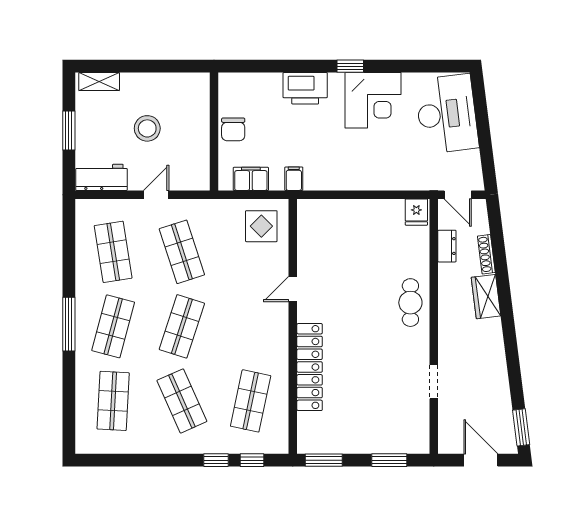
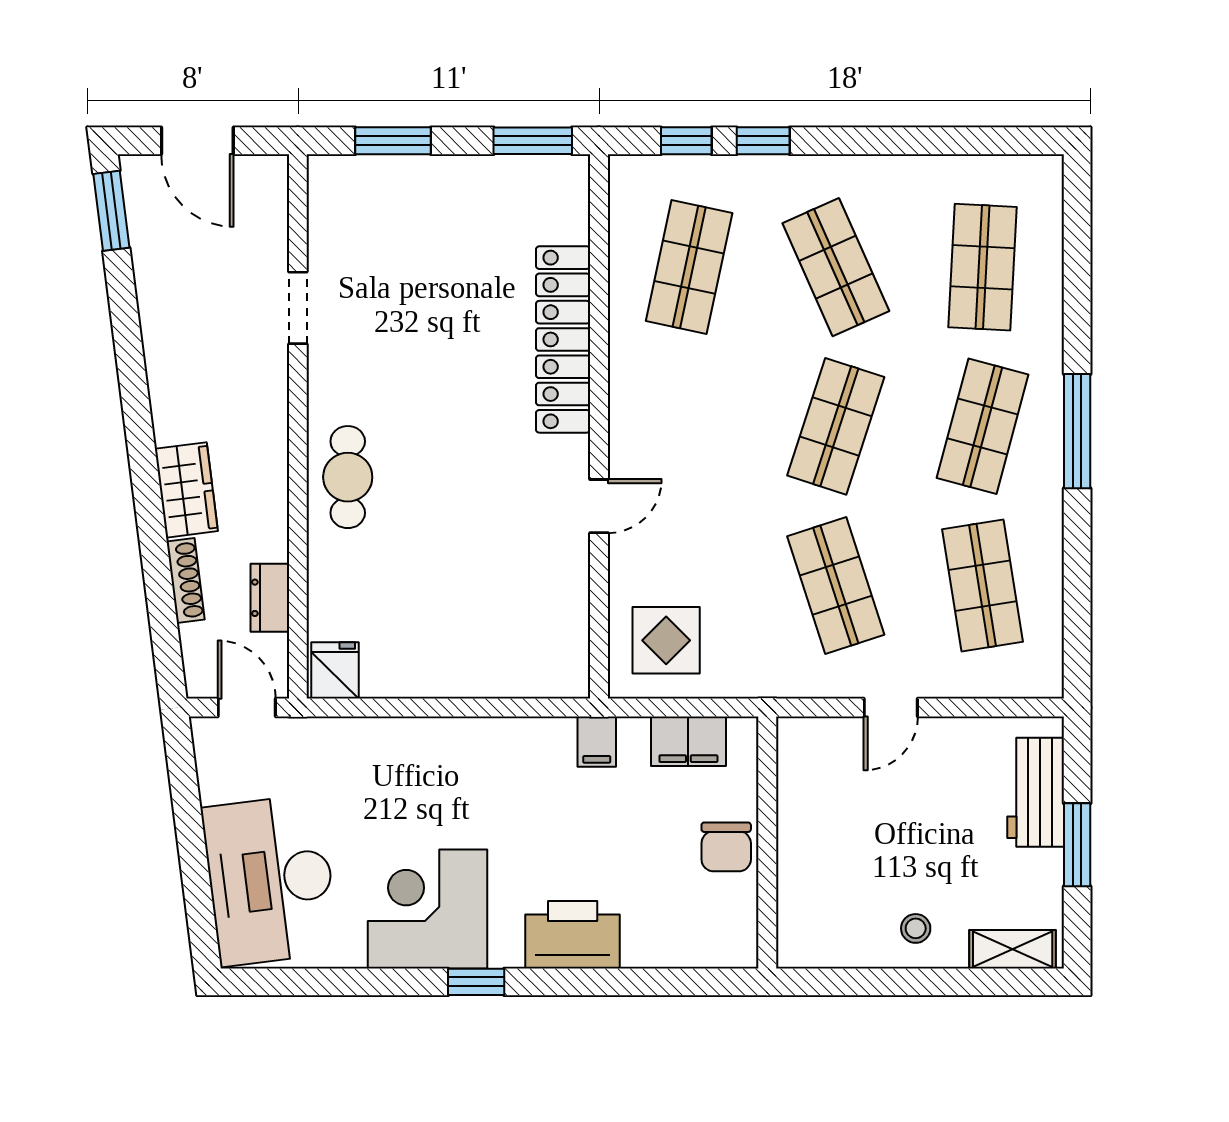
stool: (147, 128) -> (916, 928), moved, width x0.53, depth x0.53
chair: (233, 129) -> (726, 847), turned 180
workbench: (101, 177) -> (1036, 792), moved, turned 90

